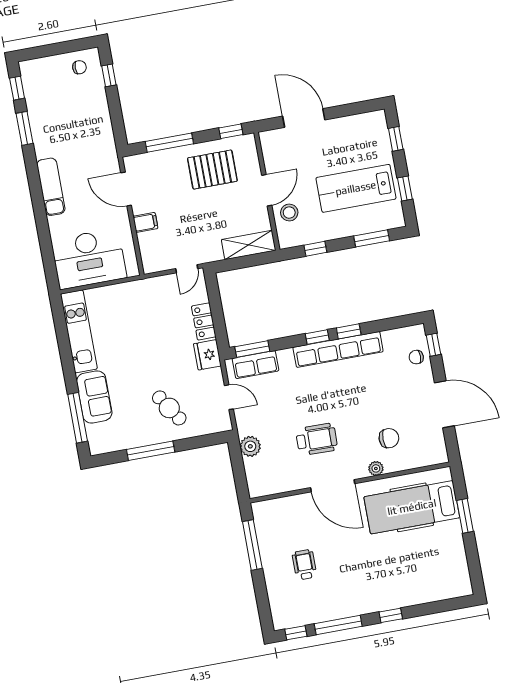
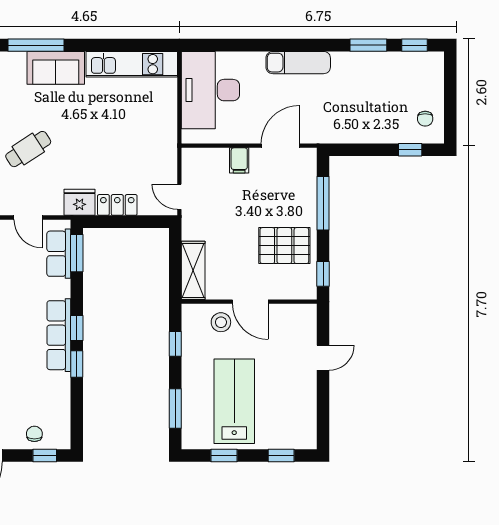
door: (304, 118) -> (323, 358), width x0.53
pallet: (212, 170) -> (284, 246), turned 90
row of seats: (338, 349) -> (59, 335), width x0.73
door: (229, 397) -> (28, 218), hinge flipped

